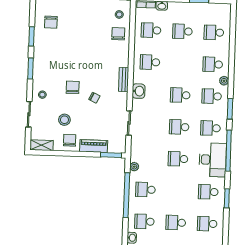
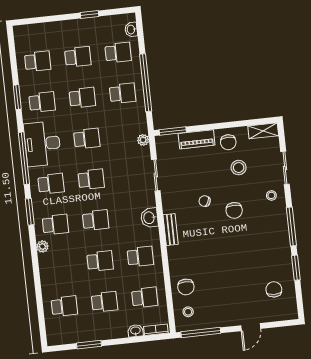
school desk: (213, 64) -> (100, 261), moved
window: (30, 69) -> (291, 227), width x1.44
plant: (134, 167) -> (143, 140), moved
school desk: (177, 191) -> (82, 98), added

